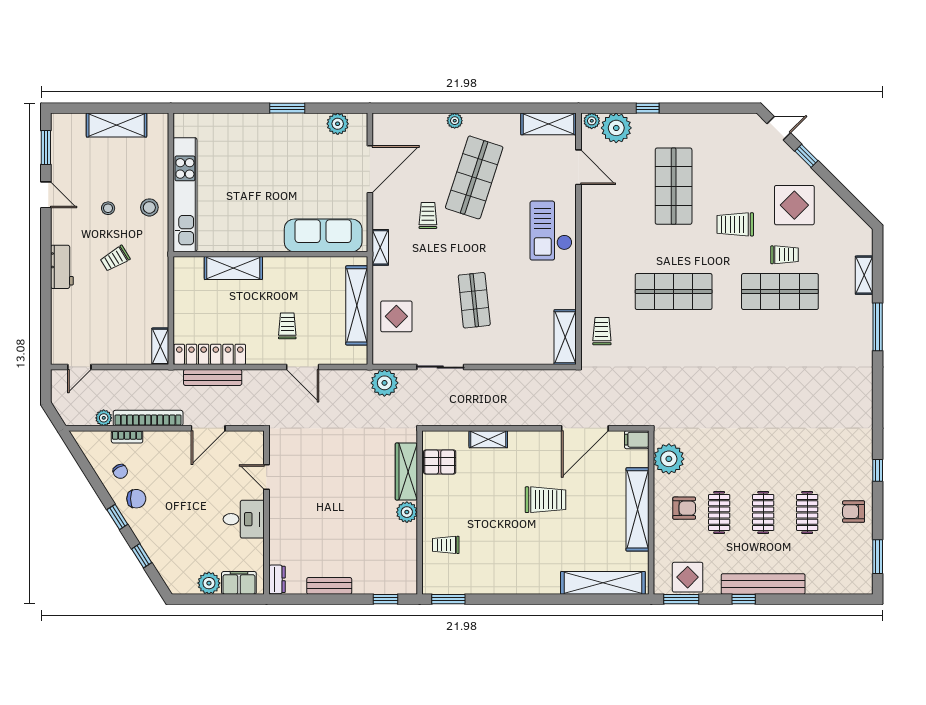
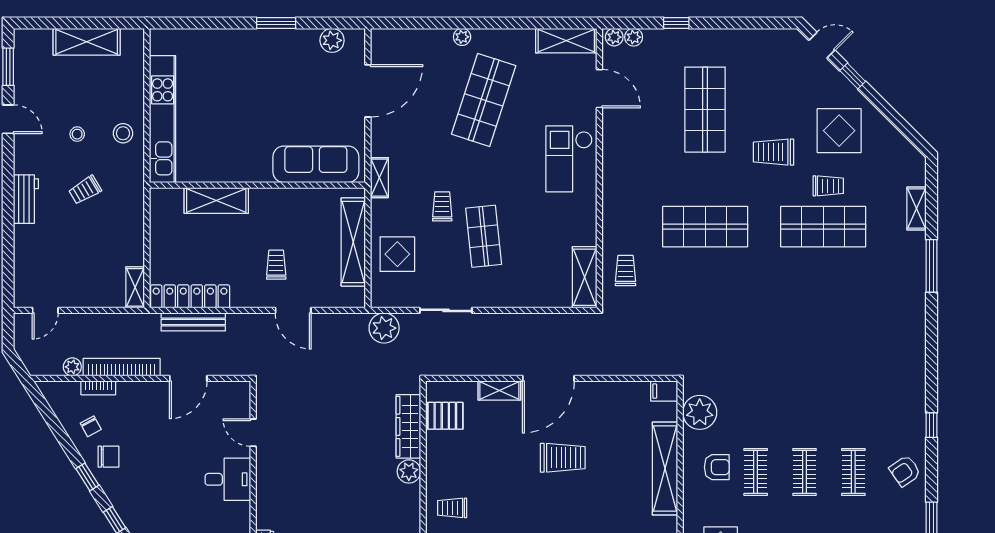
plant: (616, 128) -> (634, 37), width x0.53, depth x0.53
trolley: (428, 215) -> (442, 206), moved
door: (585, 428) -> (548, 378), moved
armchair: (854, 512) -> (905, 471), turned -35

